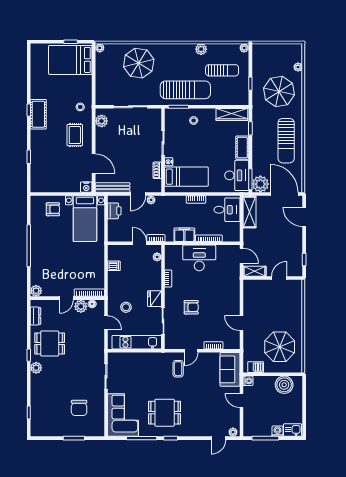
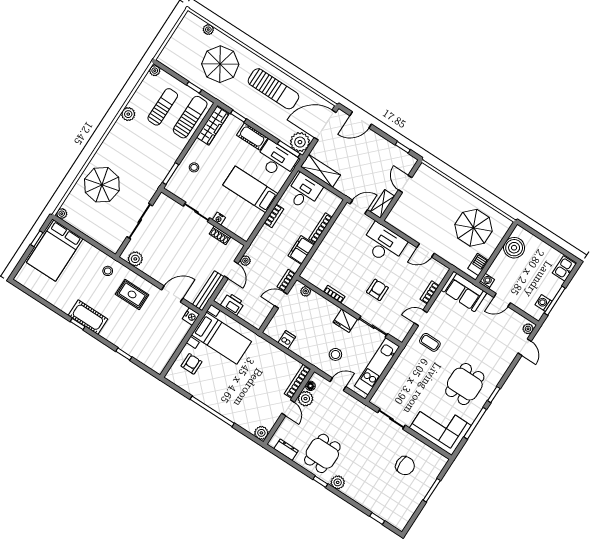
sun lounger: (185, 90) -> (190, 117), moved, width x0.73, depth x0.75
bed: (186, 177) -> (250, 189), moved, turned -90
desk: (199, 258) -> (384, 244), moved, turned 90
door: (191, 351) -> (421, 318), swing flipped
washing machine: (278, 431) -> (544, 303), moved

